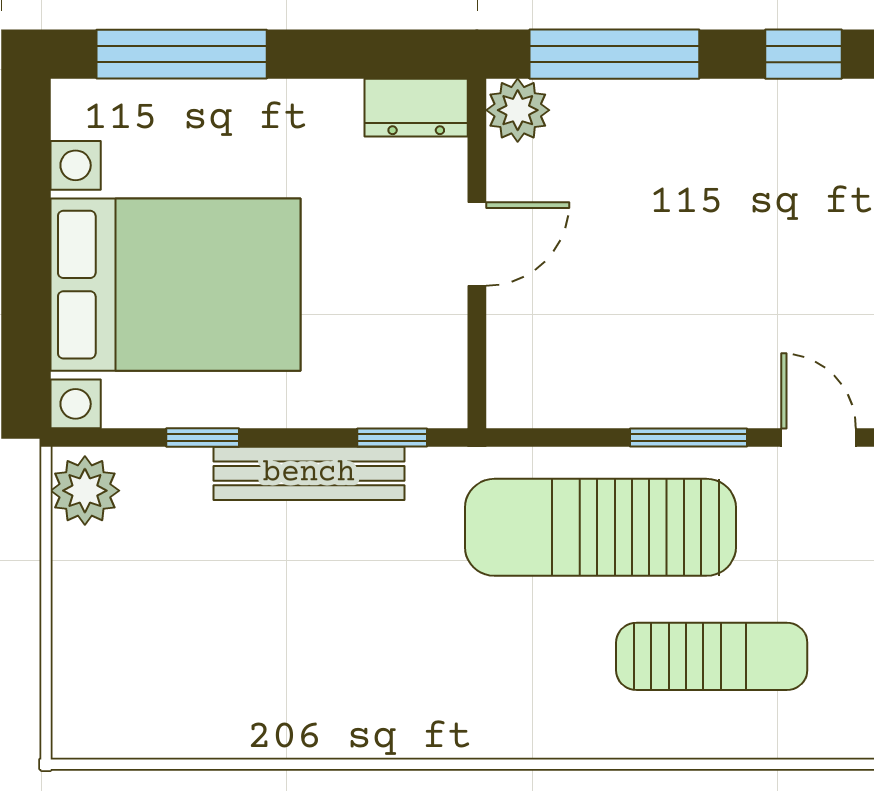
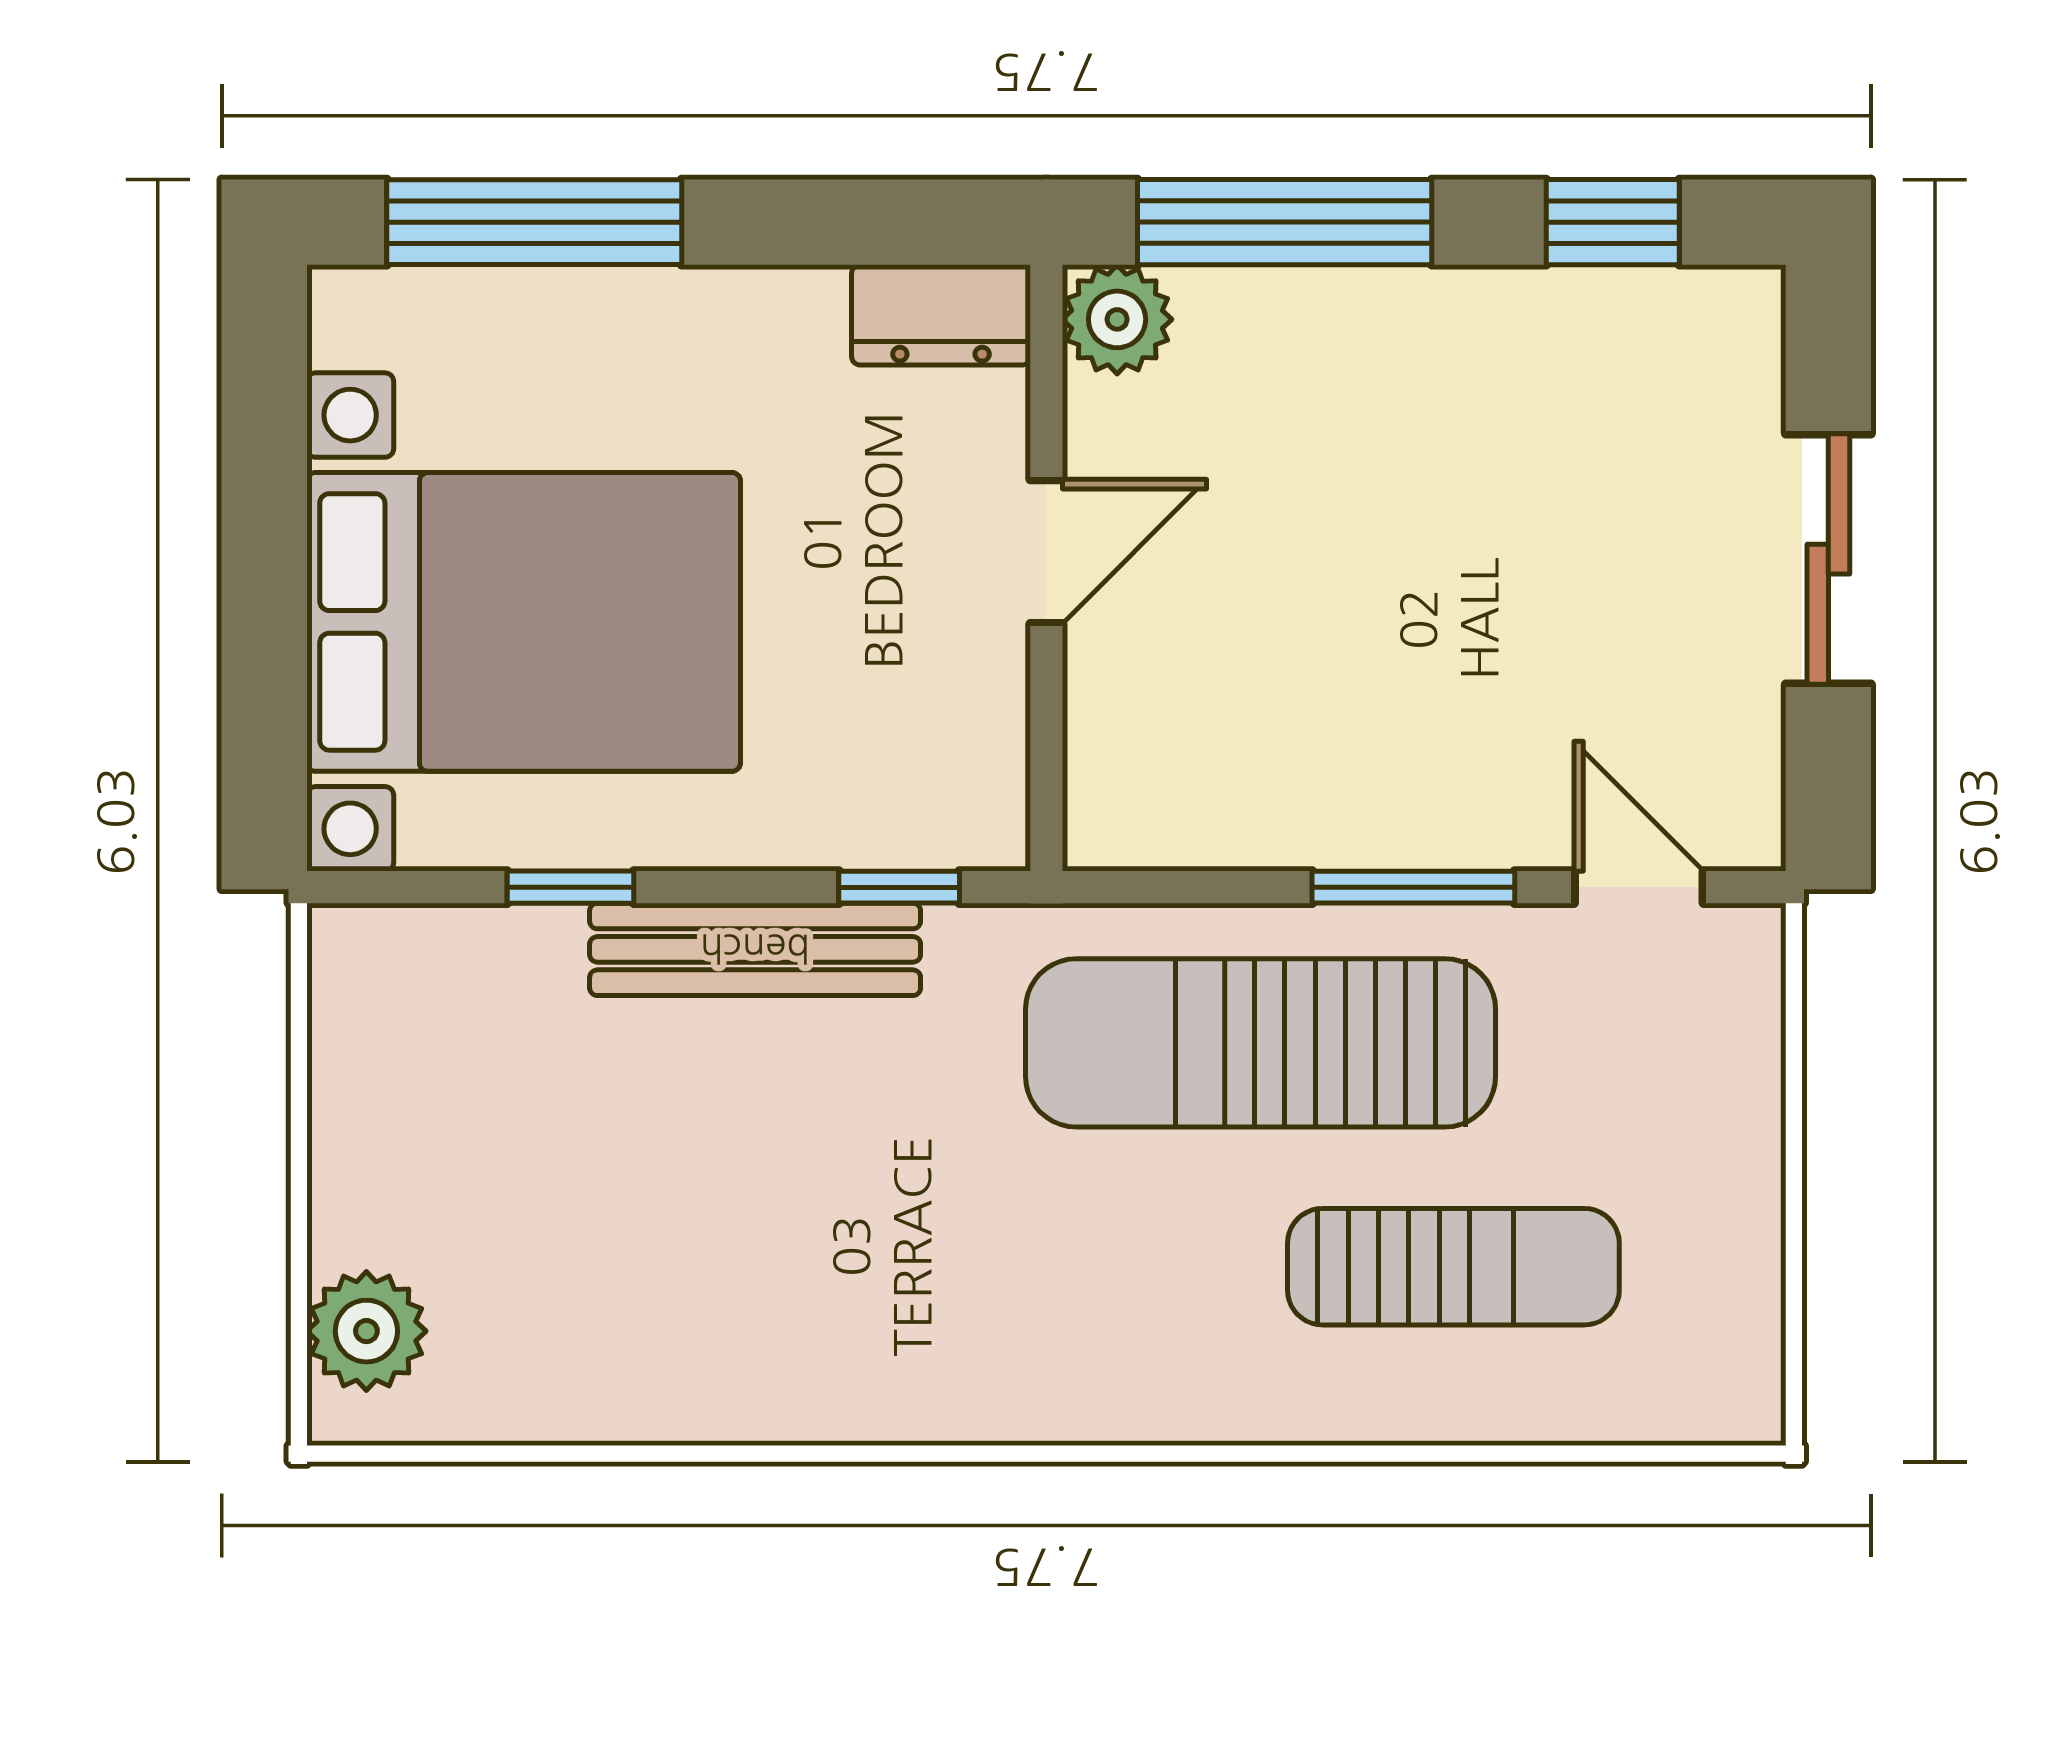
plant: (85, 491) -> (366, 1331), moved

